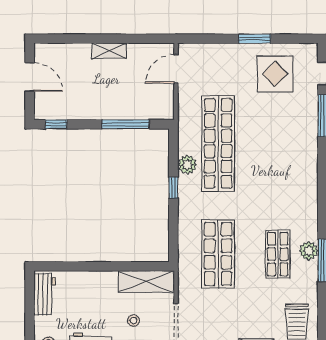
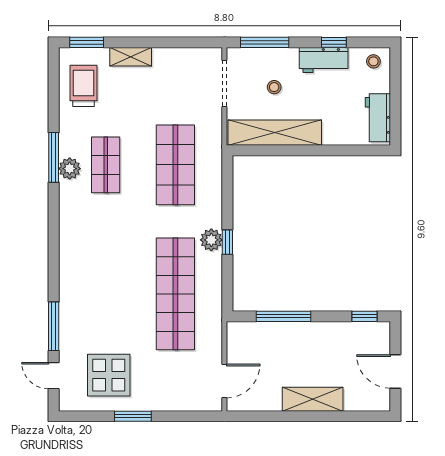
shelving: (109, 51) -> (313, 399), width x1.50, depth x1.33
plant: (187, 165) -> (211, 240), moved
shelving: (146, 282) -> (275, 133), width x1.47

